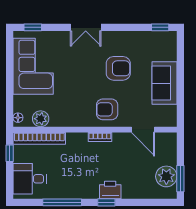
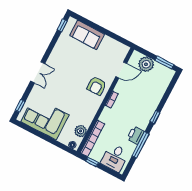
armchair: (118, 68) -> (74, 65), removed
sofa: (164, 83) -> (87, 35), moved
plant: (166, 176) -> (146, 64), moved
printer: (110, 190) -> (136, 135), moved

